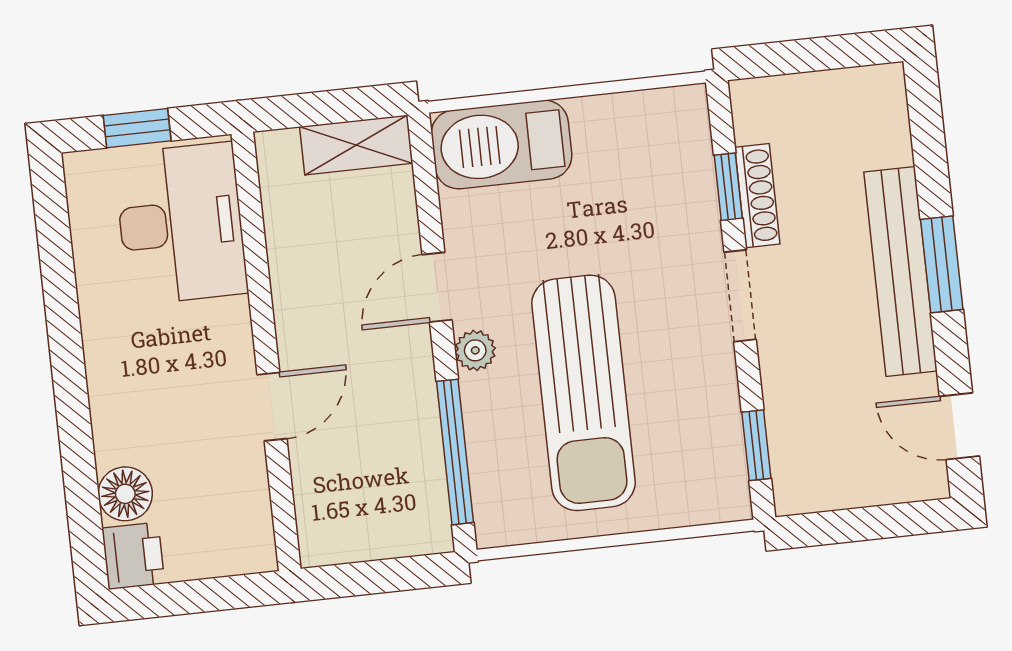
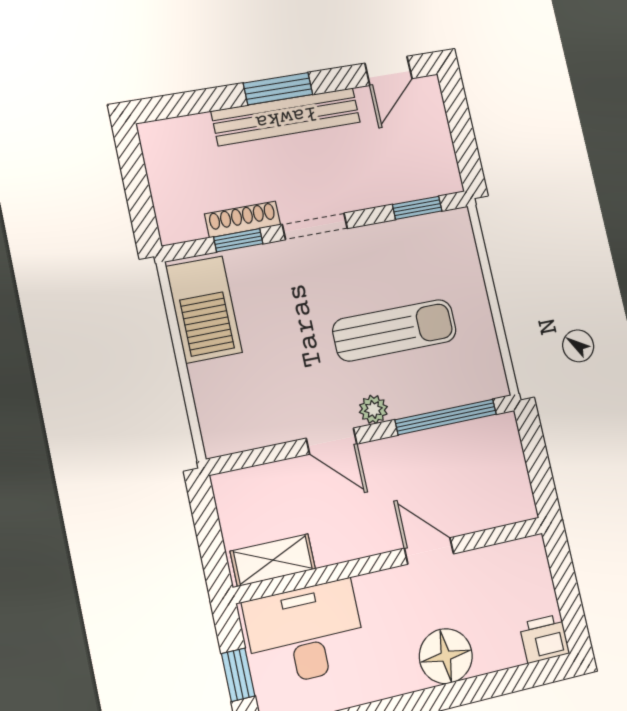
shelving: (356, 145) -> (273, 560), moved, turned 90
barbecue: (502, 145) -> (204, 309), moved
sun lounger: (584, 393) -> (395, 330), width x0.73, depth x0.75
floor lamp: (125, 494) -> (446, 656), moved, width x1.38, depth x1.38

